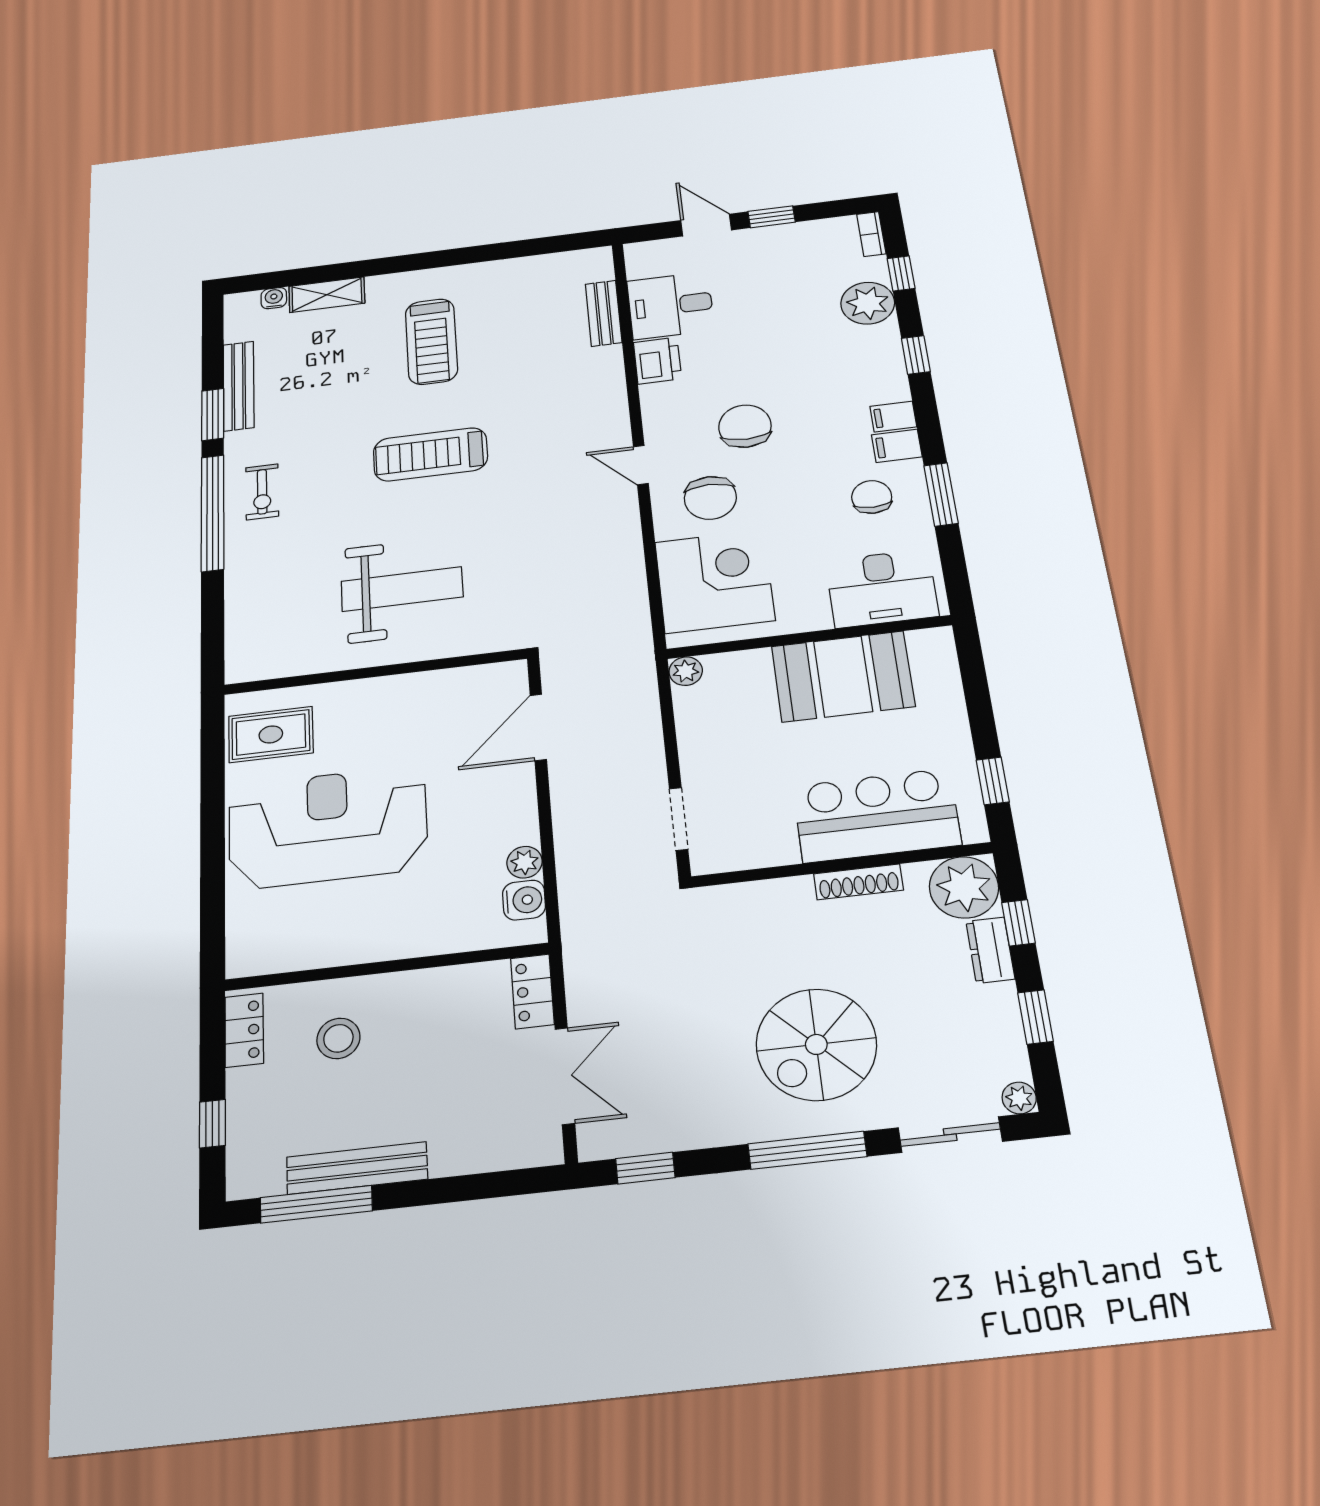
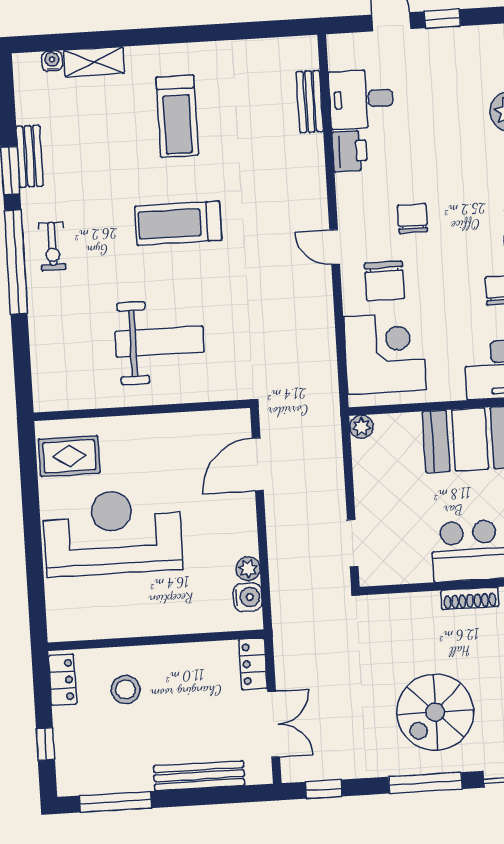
bench: (239, 386) -> (30, 156), width x0.73
chair: (745, 426) -> (412, 218), width x0.73, depth x0.73
bench: (357, 1168) -> (199, 776), moved

